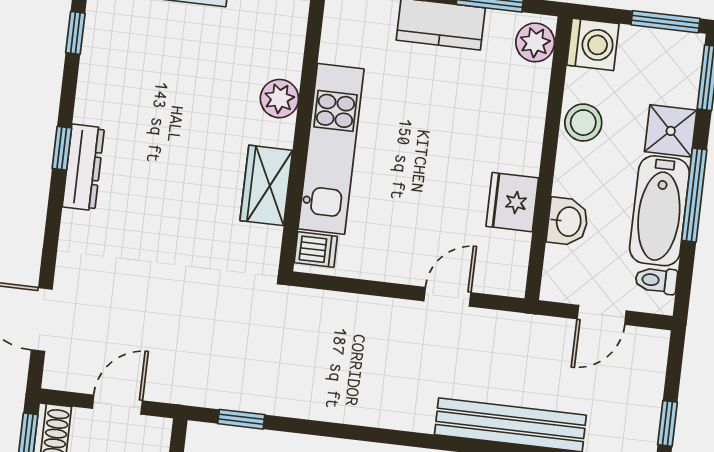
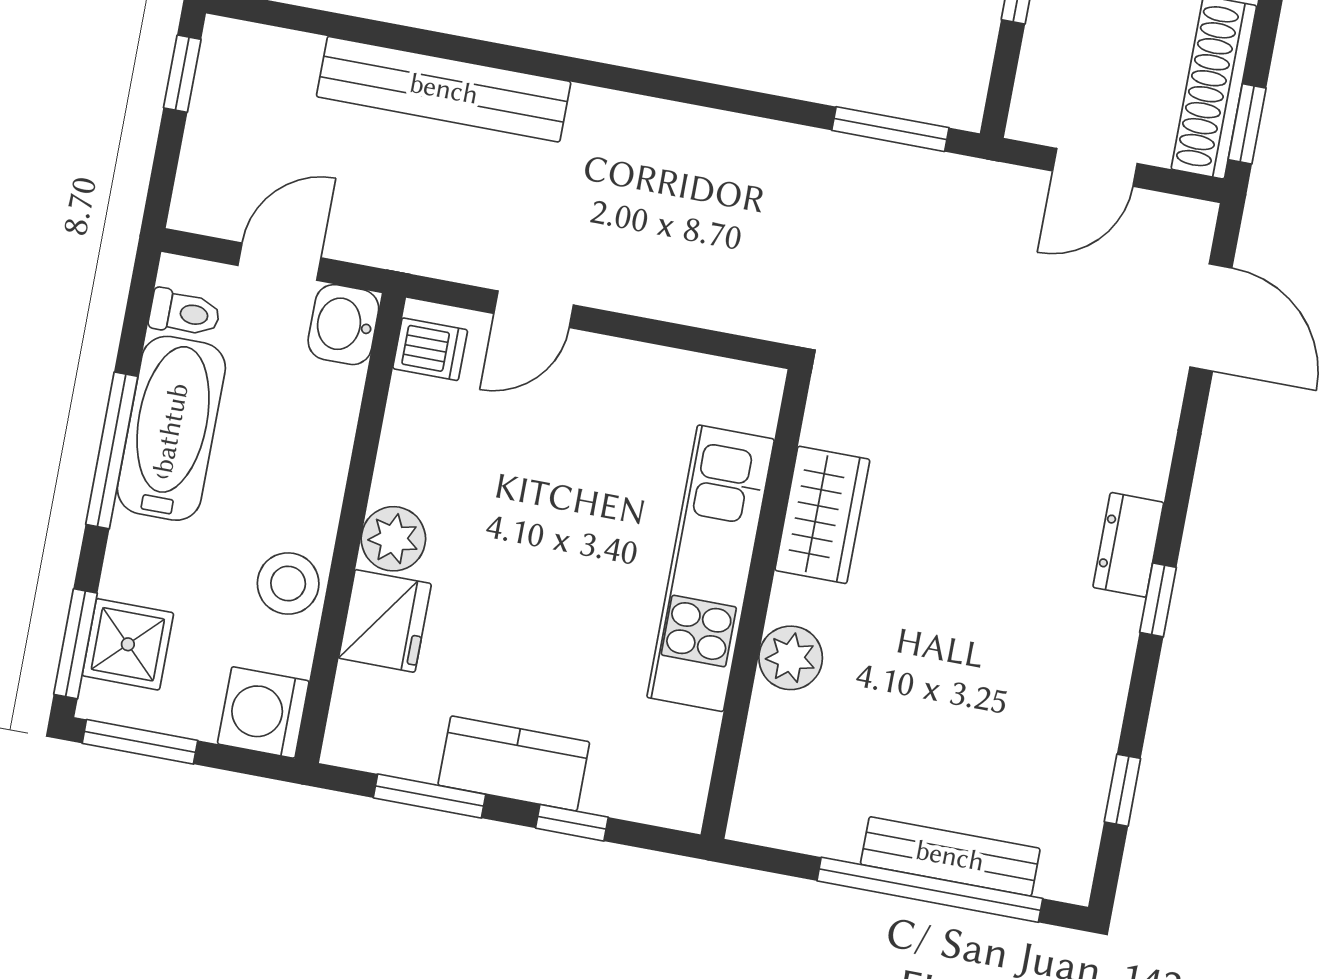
plant: (535, 42) -> (393, 539), moved
shower: (671, 131) -> (128, 644), moved
dresser: (83, 167) -> (1128, 545), width x0.70
fridge: (512, 202) -> (385, 621), moved
washbasin: (568, 221) -> (343, 325), moved
dishwasher: (316, 250) -> (430, 349), moved, turned 180
window: (241, 419) -> (890, 129), width x1.50

